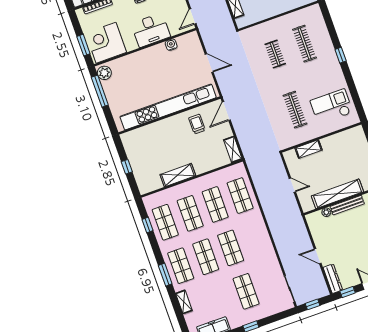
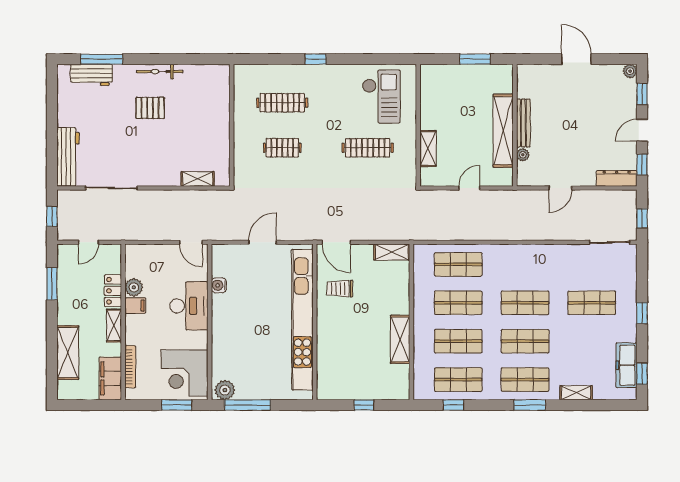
checkout: (331, 107) -> (381, 96), turned 180
door: (318, 256) -> (560, 188), moved

